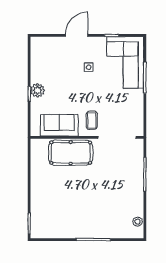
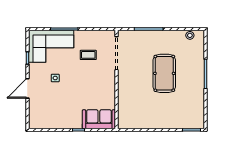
door: (77, 35) -> (27, 88), hinge flipped
plant: (37, 90) -> (75, 123), removed
coffee table: (92, 120) -> (88, 55), moved
sofa: (59, 125) -> (99, 119), moved, turned 90
pool table: (71, 153) -> (164, 73), moved

